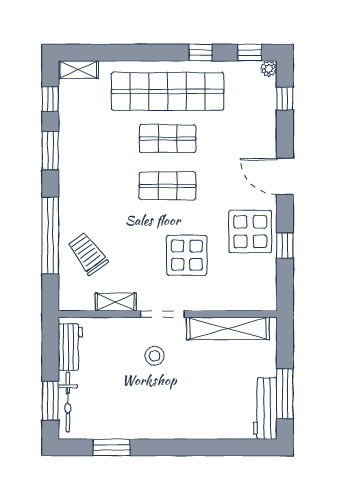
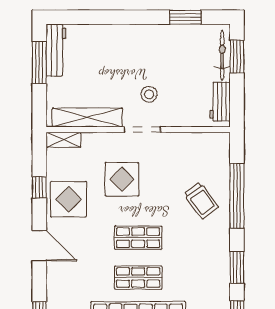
trolley: (88, 254) -> (201, 200), moved
shelving: (116, 302) -> (64, 140), moved

